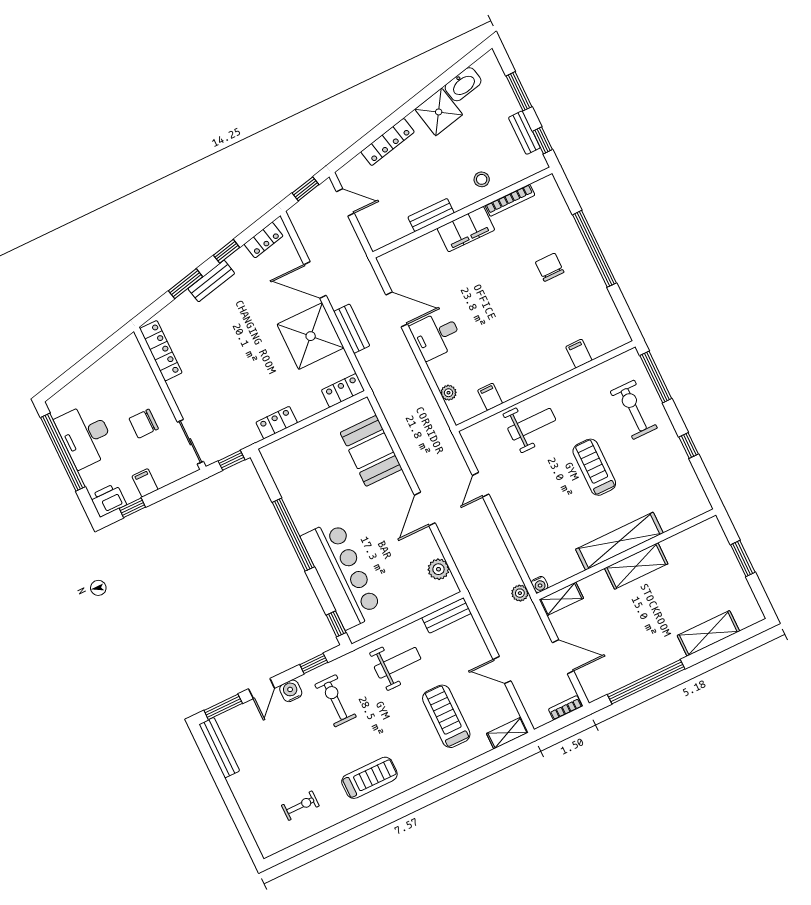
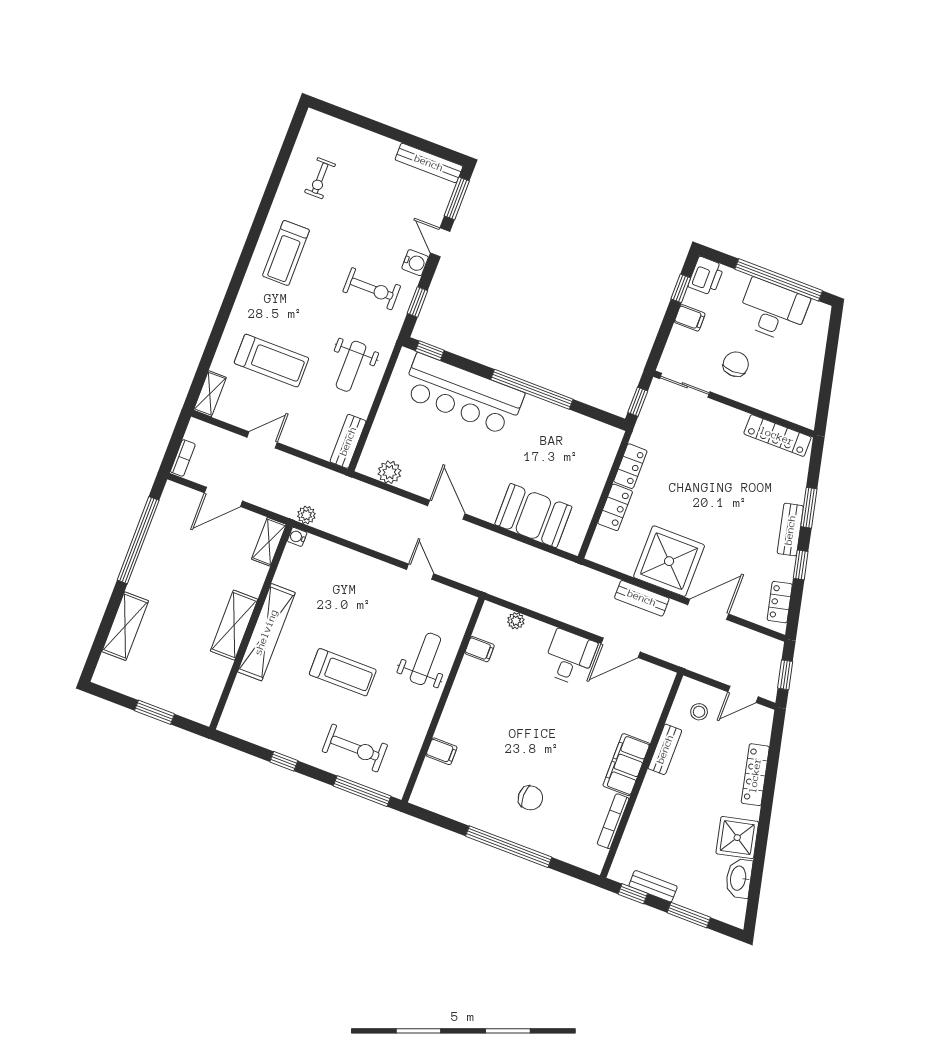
stool: (482, 179) -> (699, 712), moved
locker: (343, 390) -> (615, 507), moved
weight bench: (532, 424) -> (425, 659), turned 180

